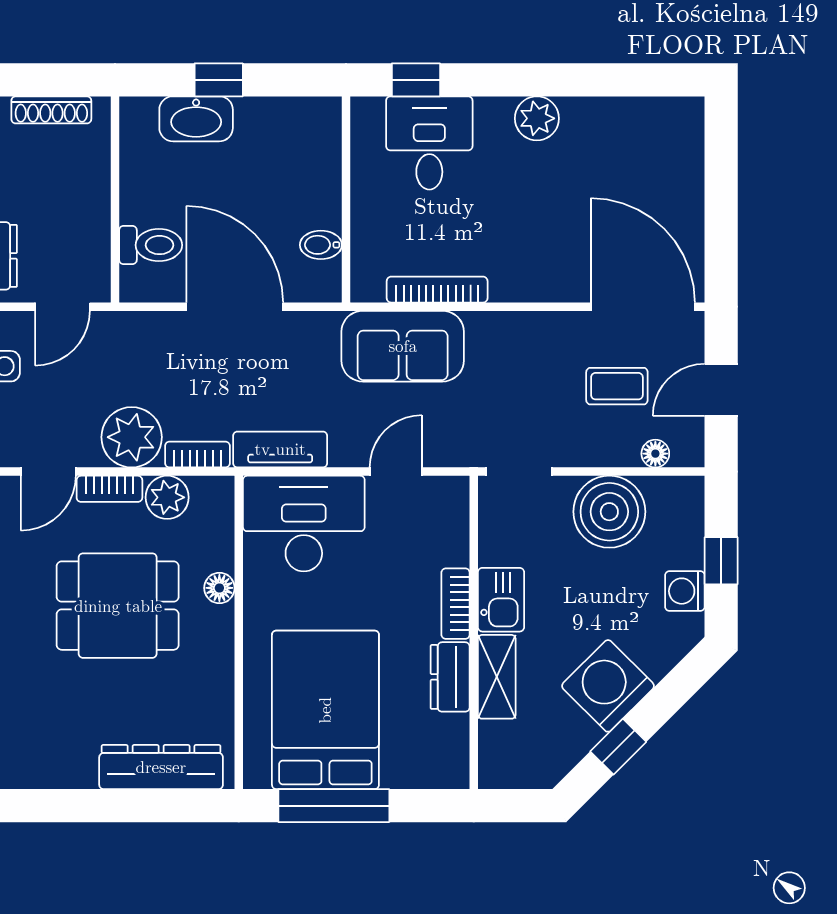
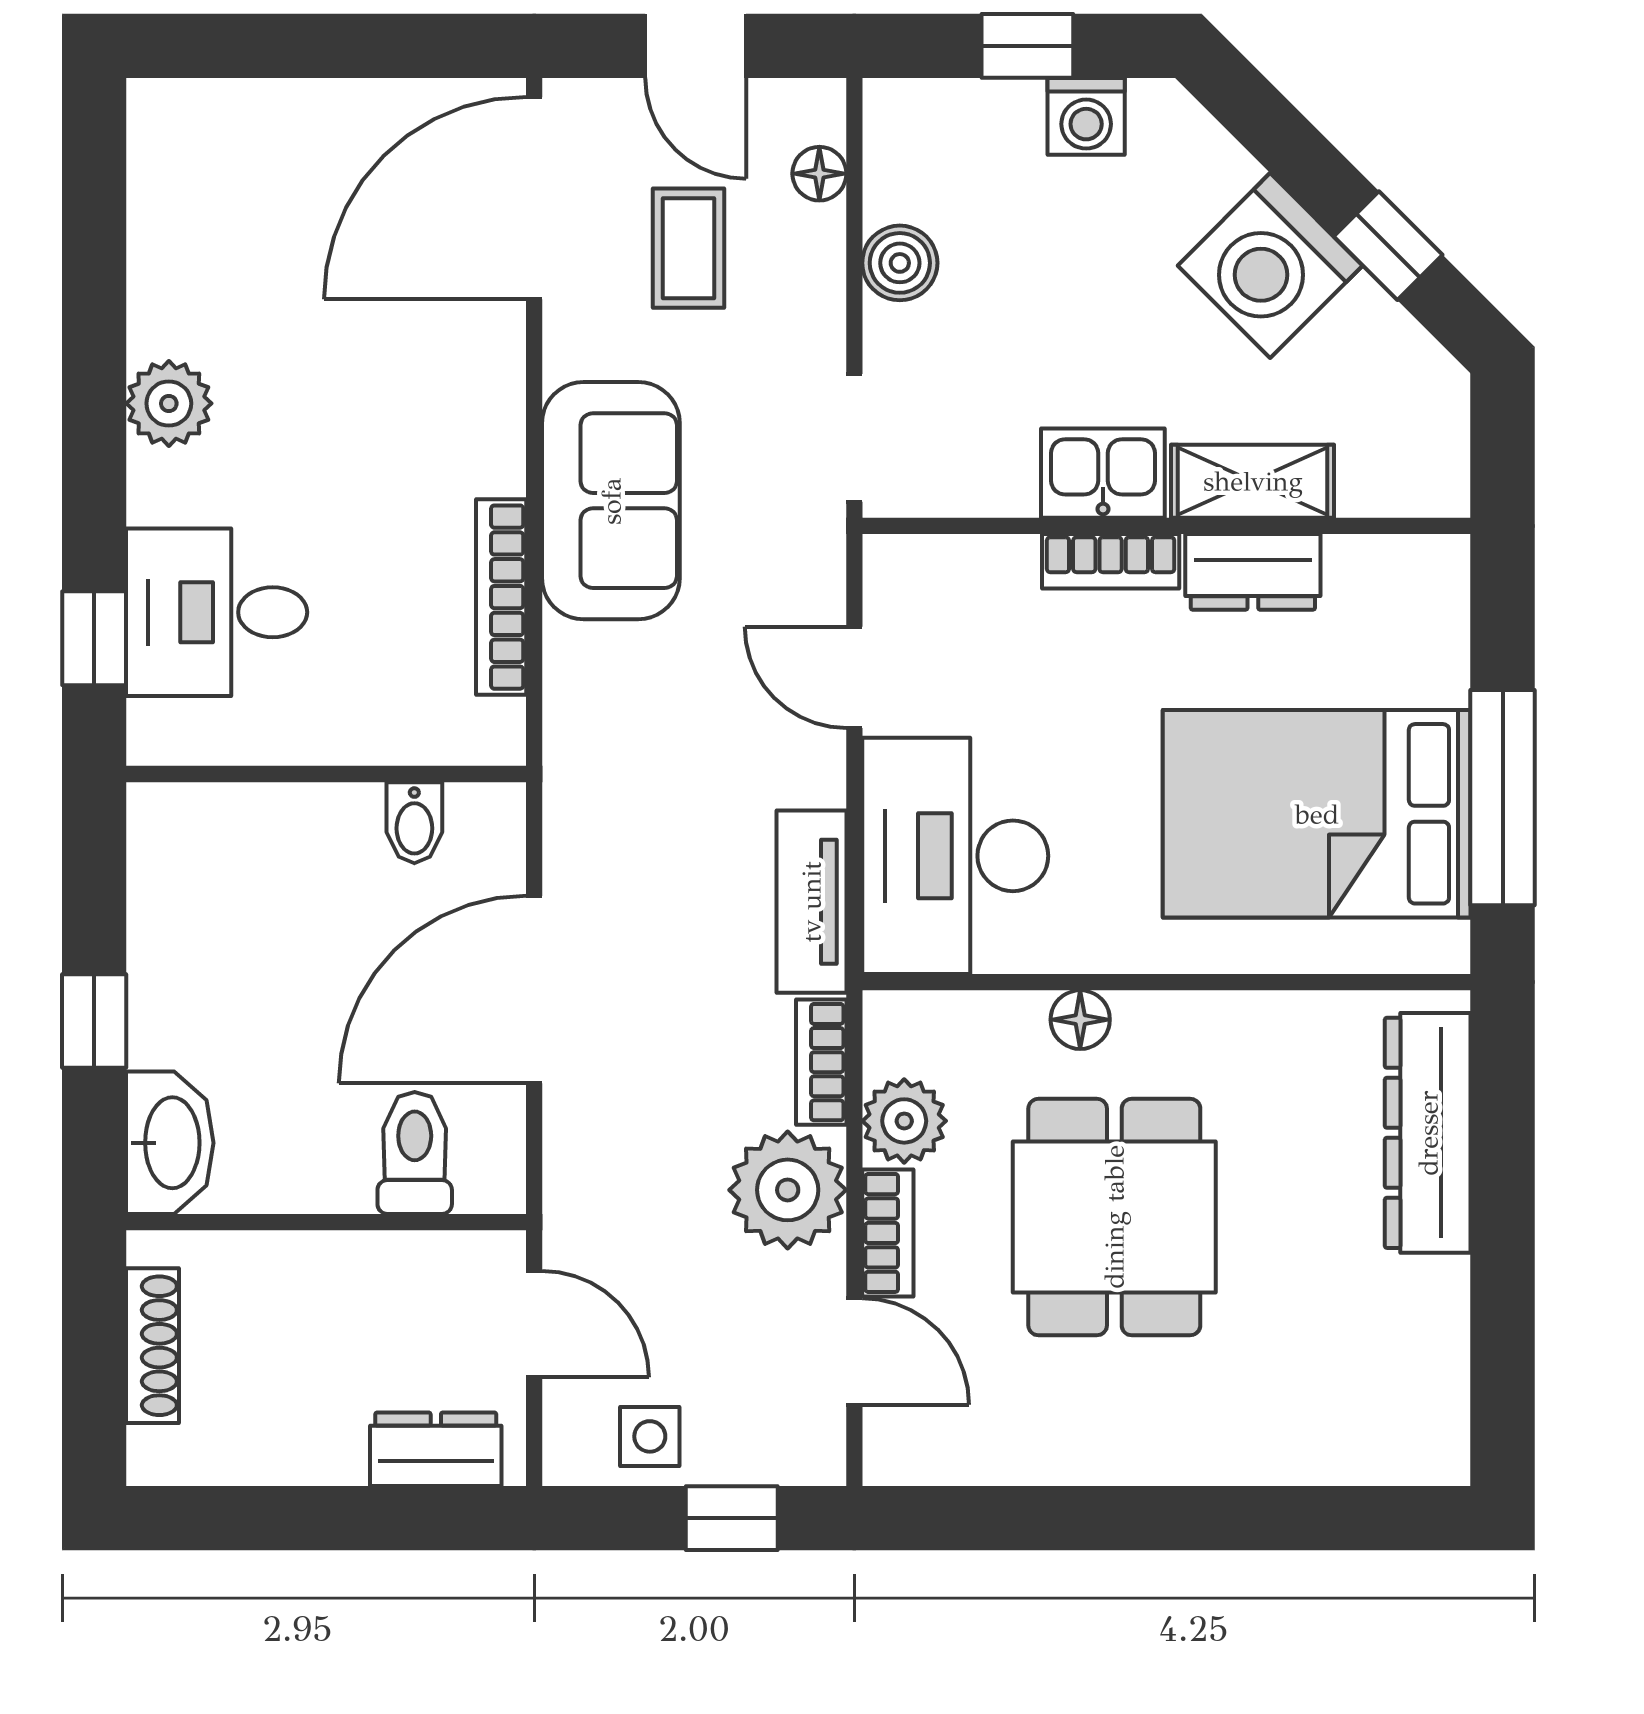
washbasin: (196, 119) -> (170, 1143), moved
sofa: (403, 346) -> (611, 501), moved
boiler: (609, 512) -> (900, 263), width x0.54, depth x0.54

